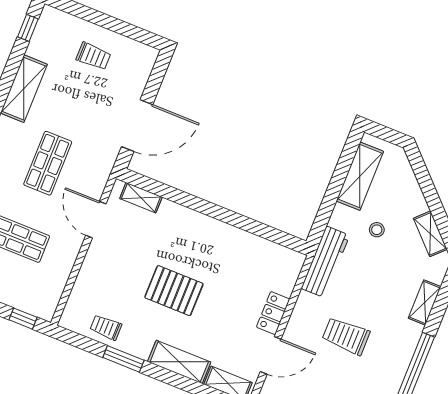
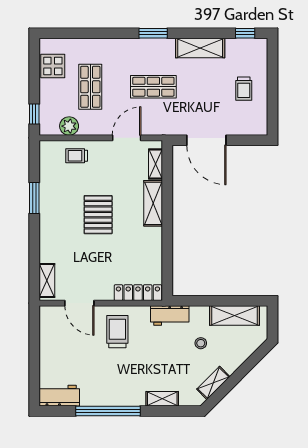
workbench: (325, 262) -> (170, 315), width x0.73
plant: (54, 283) -> (69, 126), added
locker: (273, 313) -> (138, 293), moved, width x1.53
trolley: (106, 327) -> (77, 156), moved, turned -90
trolley: (346, 336) -> (117, 332), moved
shelving: (179, 362) -> (153, 203), moved

